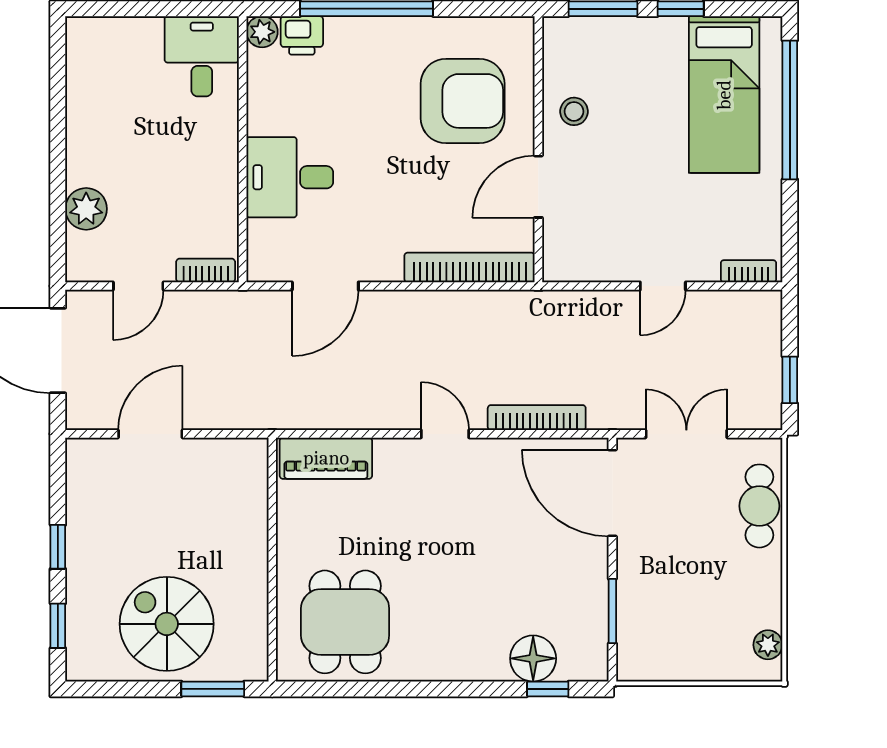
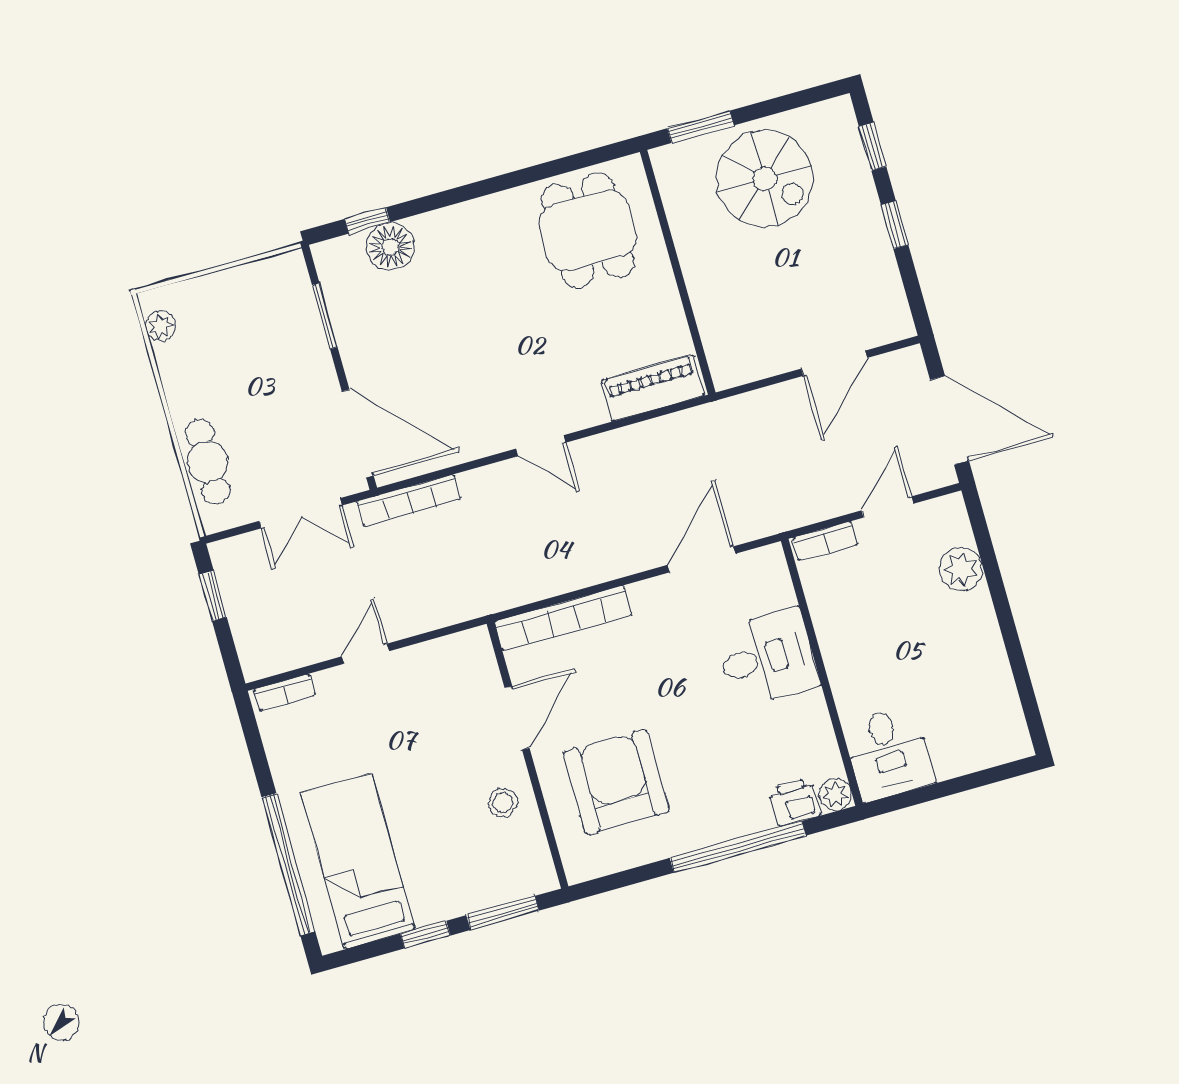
armchair: (463, 101) -> (616, 782), turned 90
bookcase: (537, 418) -> (409, 500), moved

